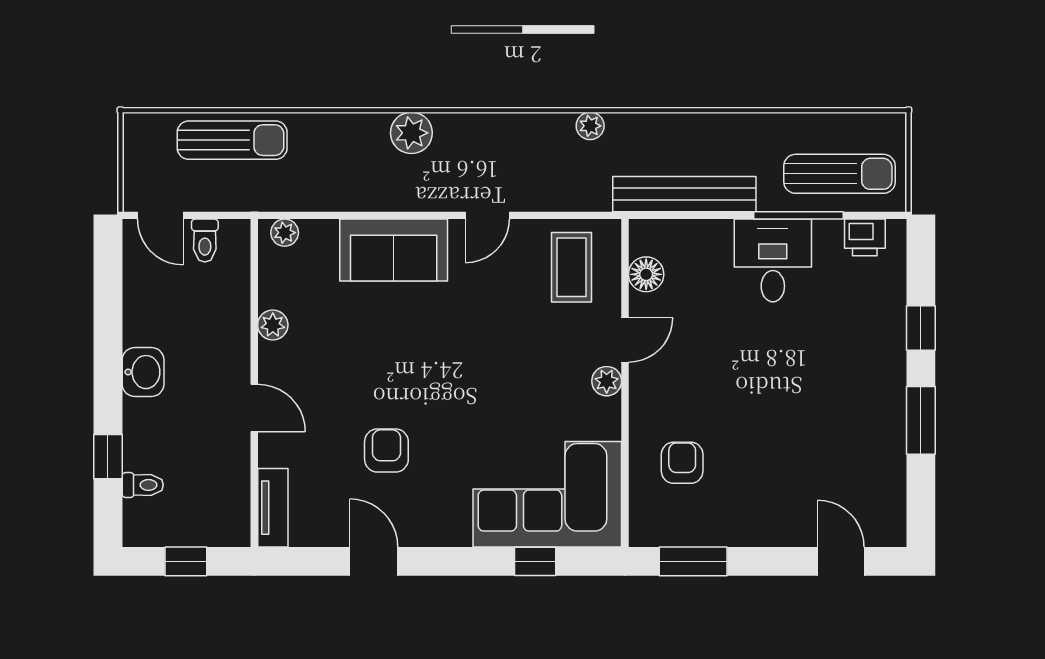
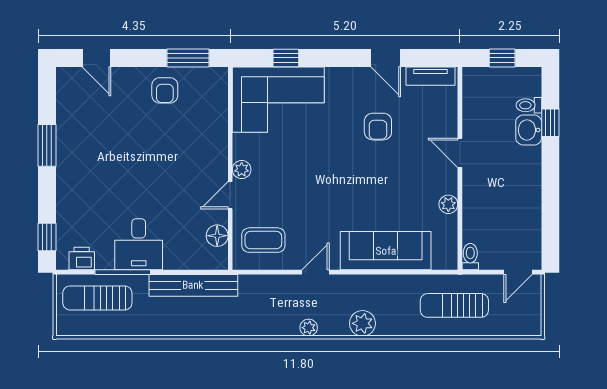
plant: (590, 126) -> (309, 328), moved
sun lounger: (232, 140) -> (454, 305), moved
door: (160, 215) -> (518, 272), swing flipped
plant: (285, 233) -> (441, 261), removed
toilet: (205, 240) -> (470, 257), moved
sofa: (394, 250) -> (386, 251), width x1.36
coffee table: (571, 267) -> (263, 240), turned 90
window: (921, 328) -> (47, 237), moved
washbasin: (143, 372) -> (529, 130), moved
armchair: (682, 463) -> (165, 90), moved
tv unit: (273, 508) -> (431, 76), moved, turned -90

